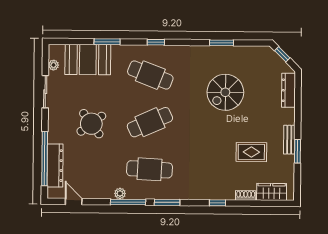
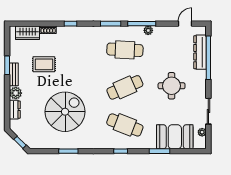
dresser: (288, 90) -> (15, 110), width x0.70
spiral stairs: (225, 92) -> (65, 112), width x1.37, depth x1.37
plant: (287, 116) -> (16, 93), added
round table: (91, 124) -> (172, 86), turned 37
door: (74, 202) -> (185, 24), swing flipped

